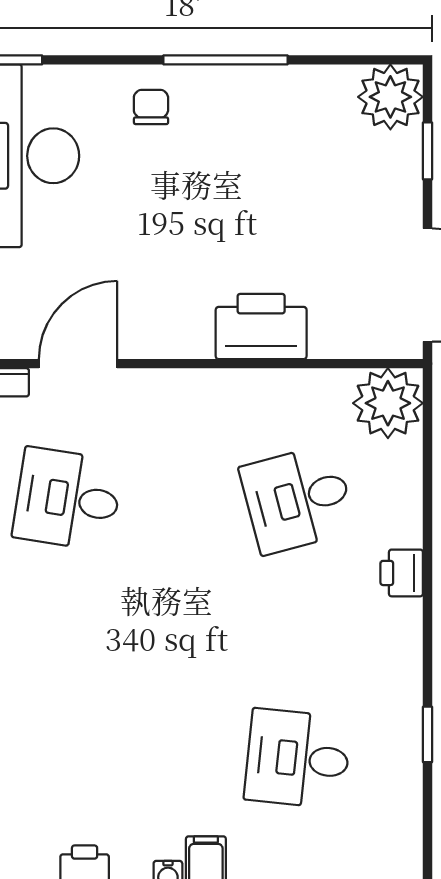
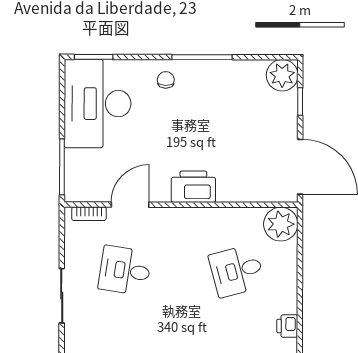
printer: (261, 326) -> (193, 187), moved
printer: (402, 573) -> (287, 326), moved

